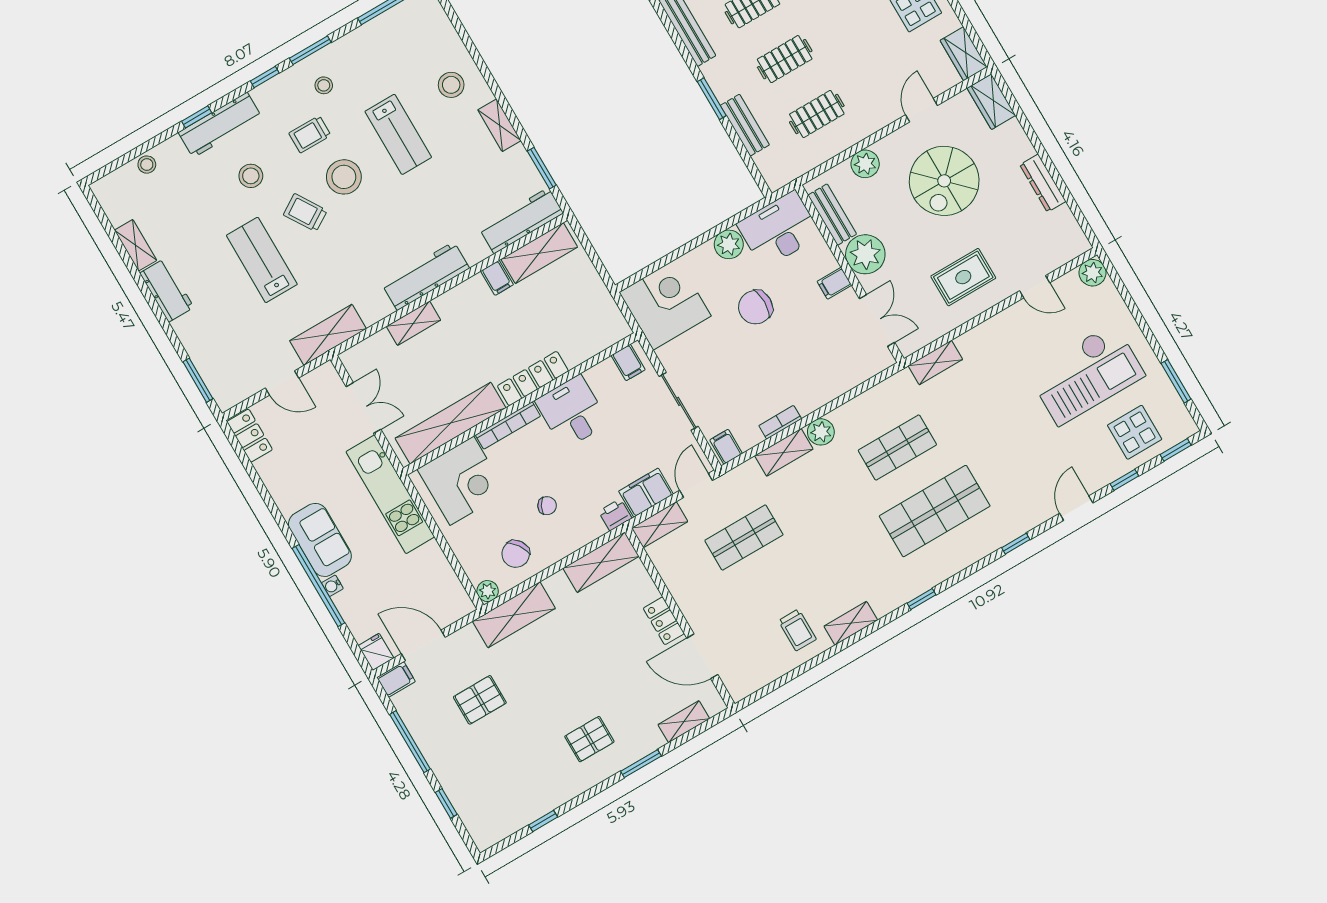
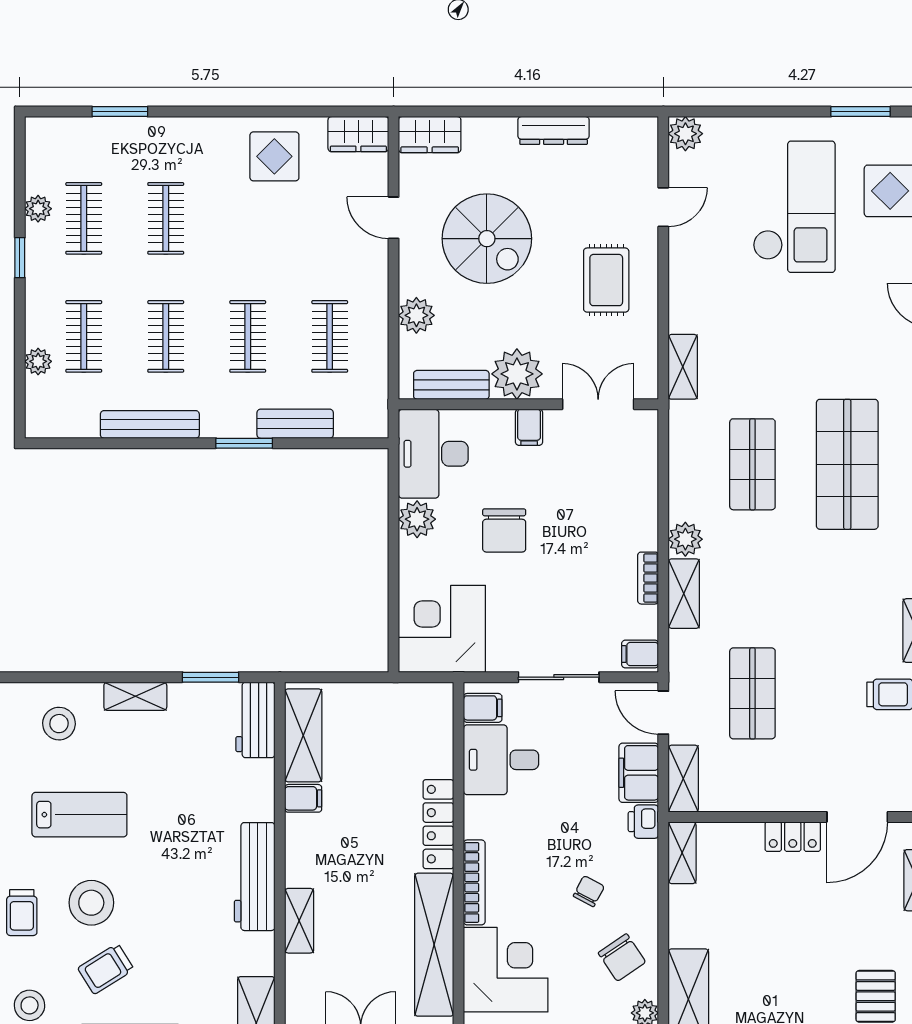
workbench: (521, 221) -> (255, 720), width x0.73
desk: (572, 412) -> (501, 760), moved
shelving: (601, 562) -> (682, 853), width x0.67, depth x0.75

